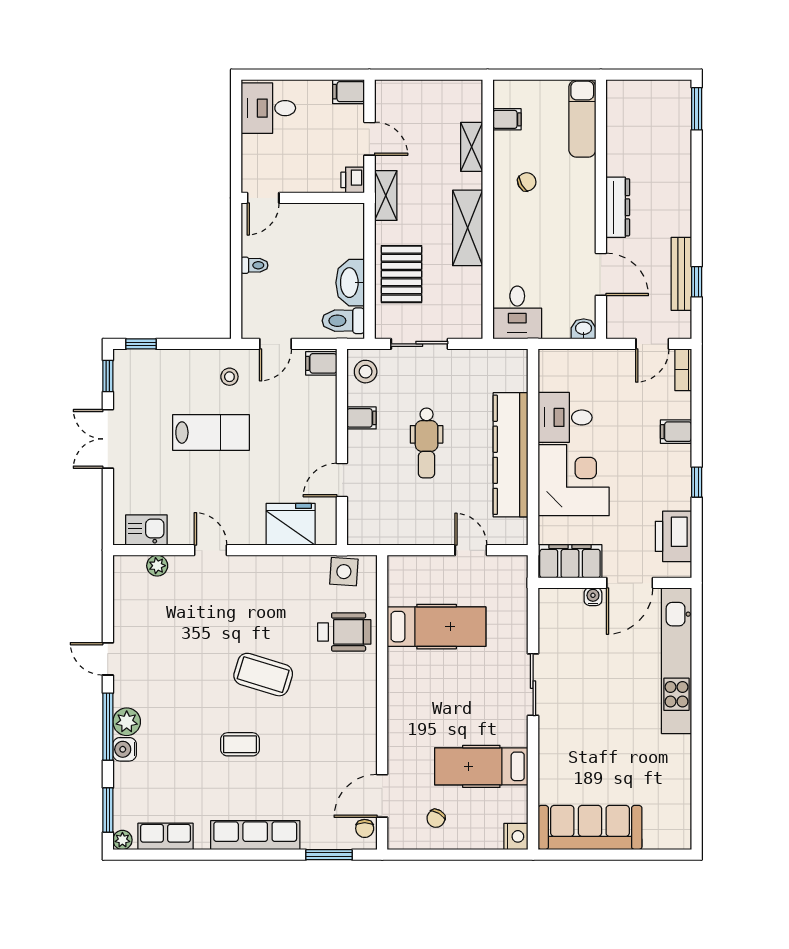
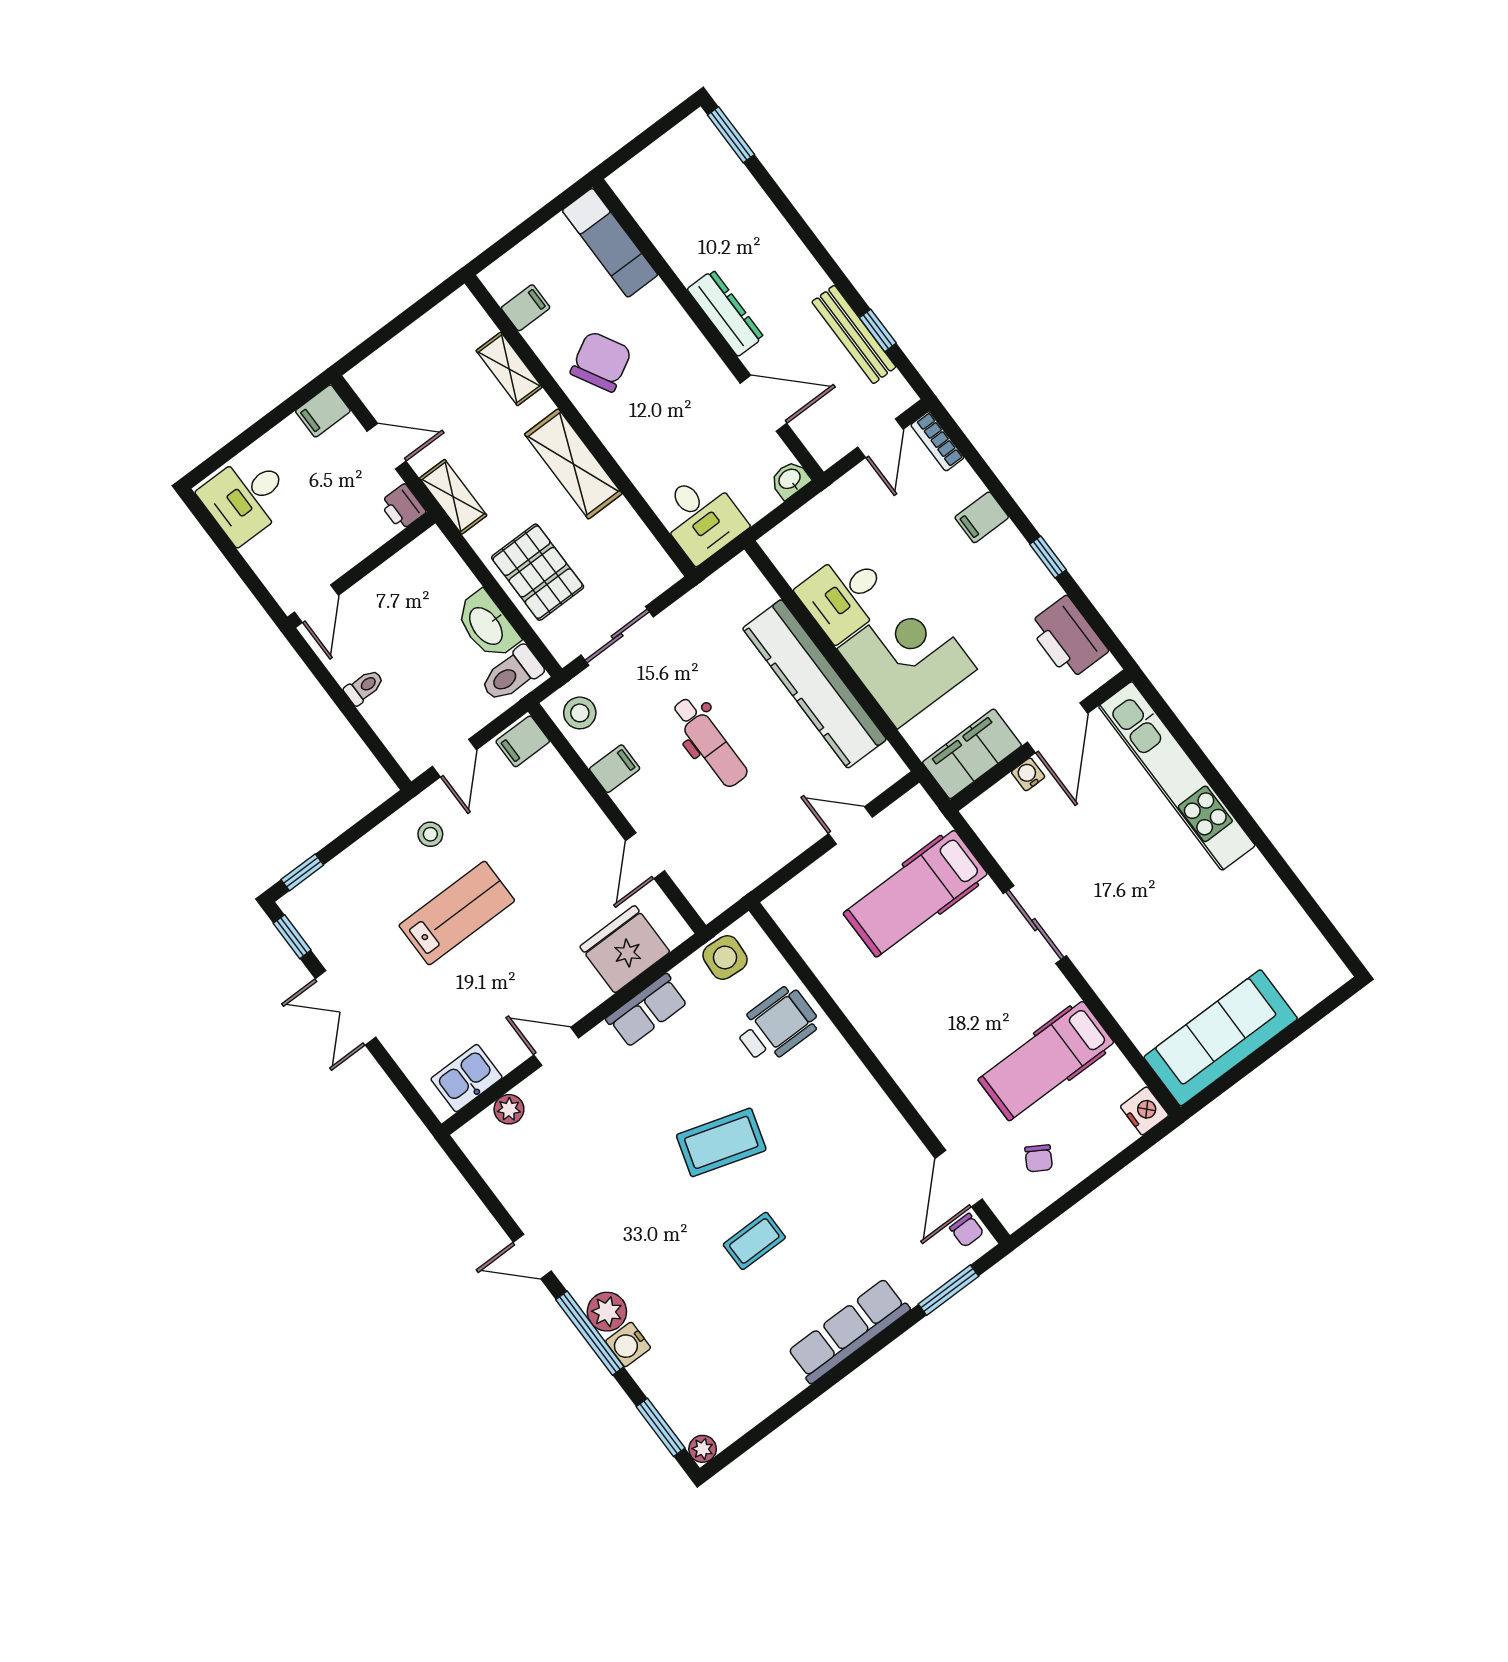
chair: (527, 182) -> (601, 362), width x1.87, depth x1.87
hospital bed: (437, 627) -> (915, 894), moved, turned 180
row of seats: (166, 836) -> (647, 1010), moved, turned 180

